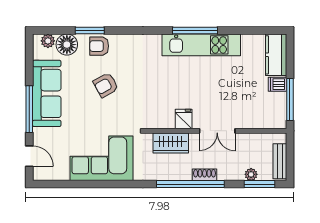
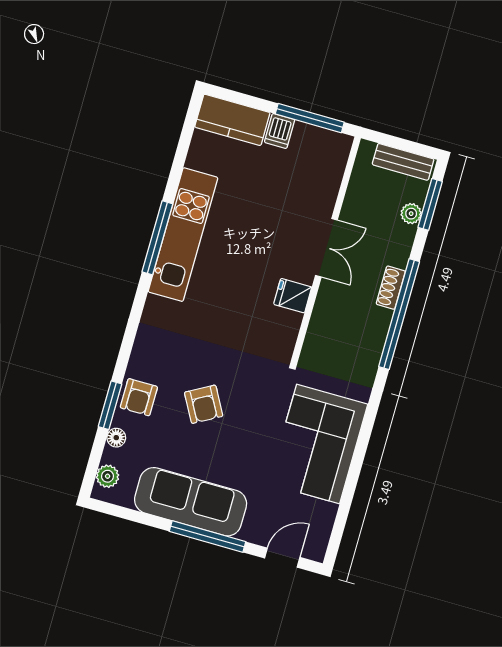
floor lamp: (67, 45) -> (116, 438), width x0.53, depth x0.53
wardrobe: (171, 143) -> (325, 327), removed

